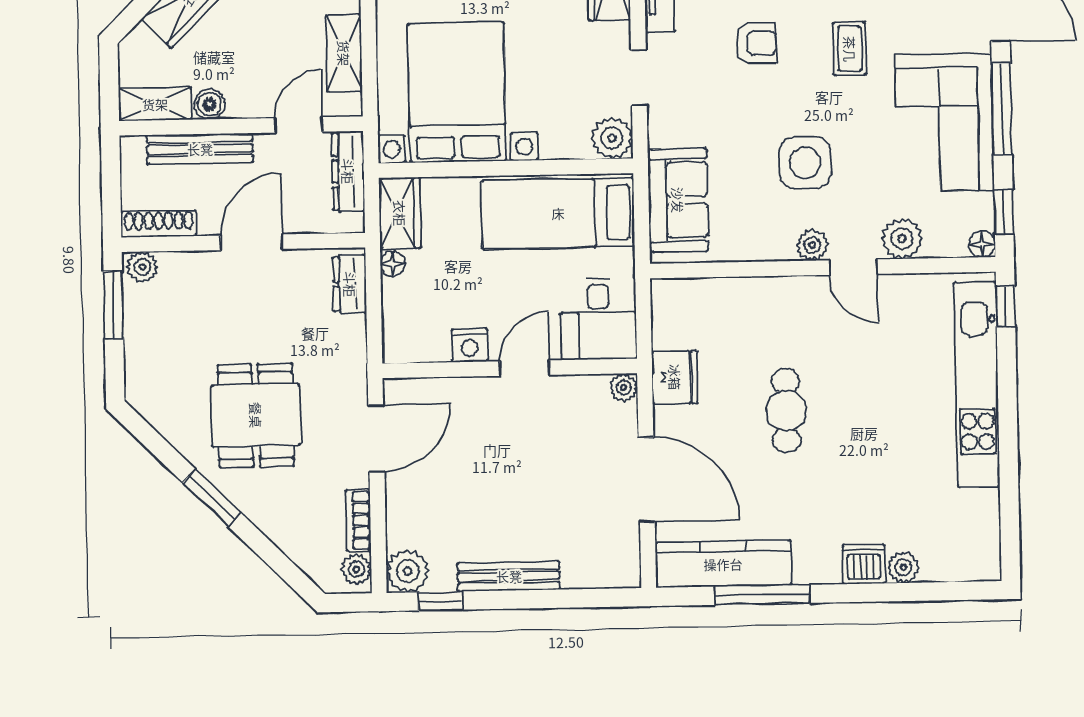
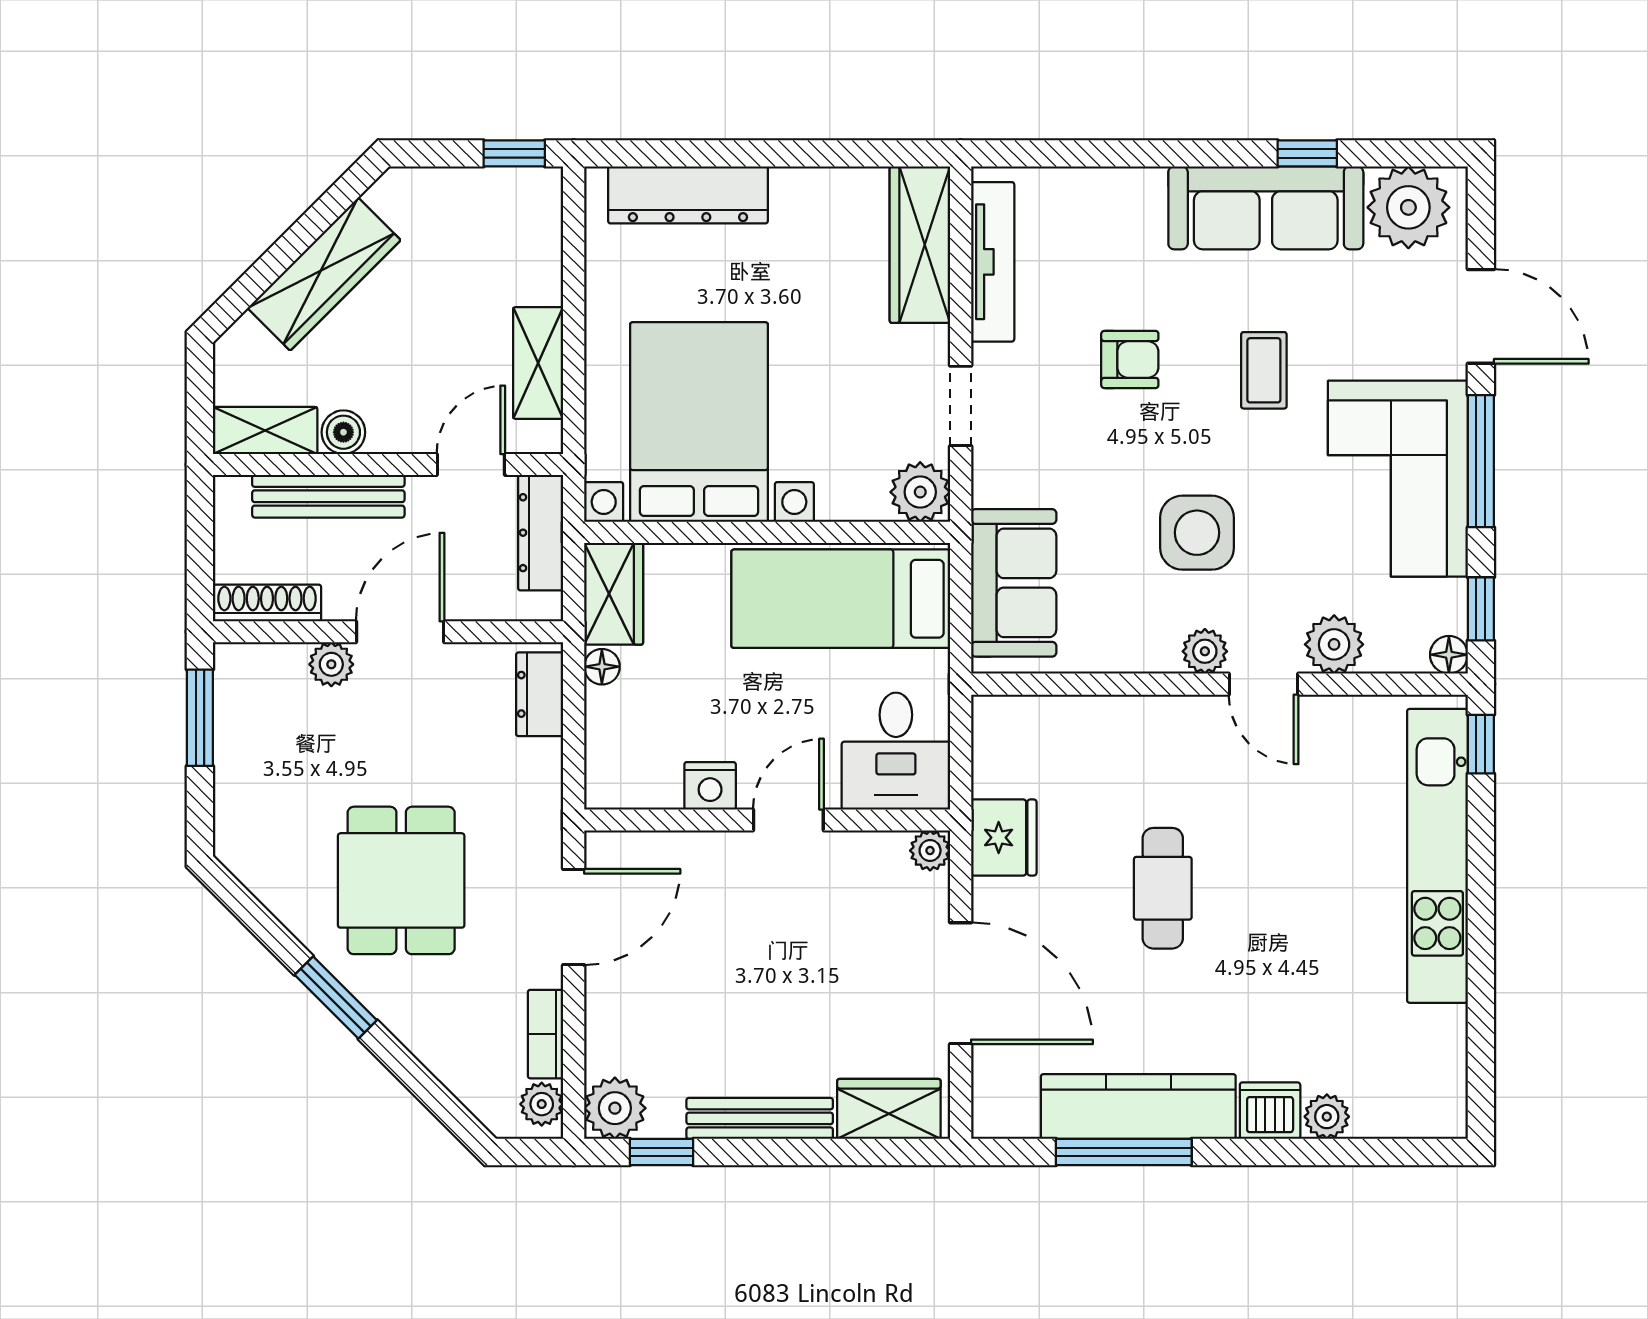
plant: (142, 267) -> (331, 664), moved
kitchen counter: (723, 564) -> (1138, 1106), moved
wardrobe: (598, 568) -> (889, 1109), added

